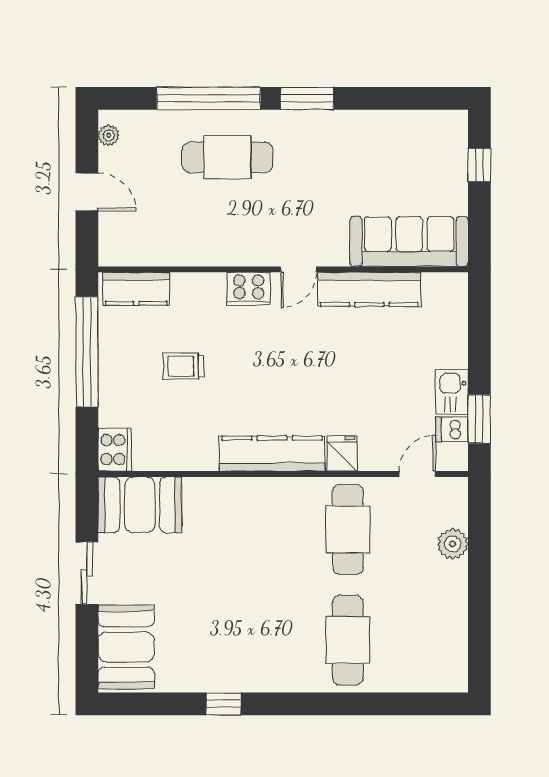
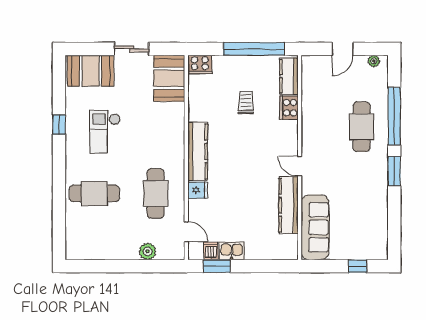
cooker: (249, 289) -> (289, 108), moved
cafe table: (348, 529) -> (156, 193), turned 90
checkout: (236, 621) -> (105, 132), added

